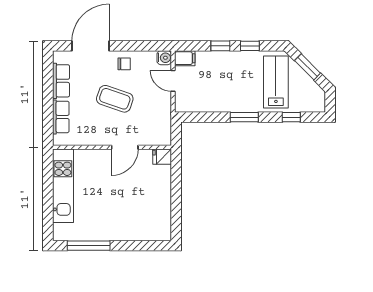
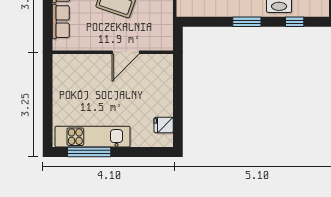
fridge: (162, 157) -> (164, 125), moved
kitchen unit: (63, 186) -> (93, 137), moved, turned -90

